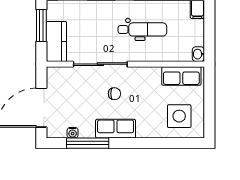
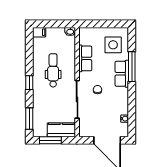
row of seats: (181, 76) -> (85, 58), moved
row of seats: (116, 129) -> (122, 74), moved
window: (88, 143) -> (132, 67), moved

